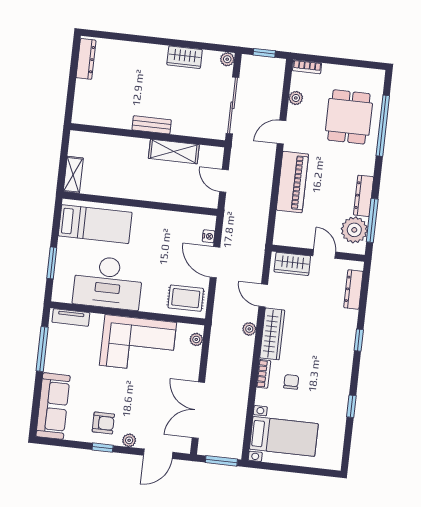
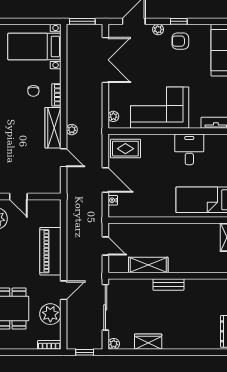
plant: (296, 98) -> (50, 314), width x1.88, depth x1.88
wardrobe: (292, 264) -> (43, 186), removed
desk: (108, 283) -> (189, 149), width x0.53, depth x0.77

